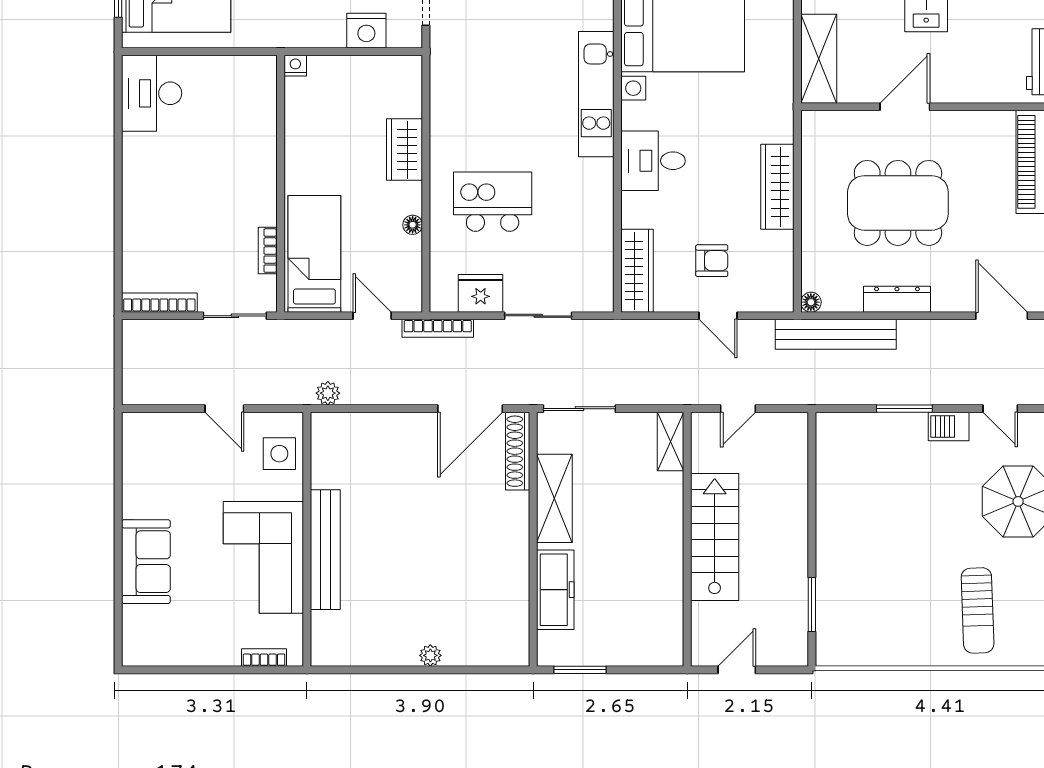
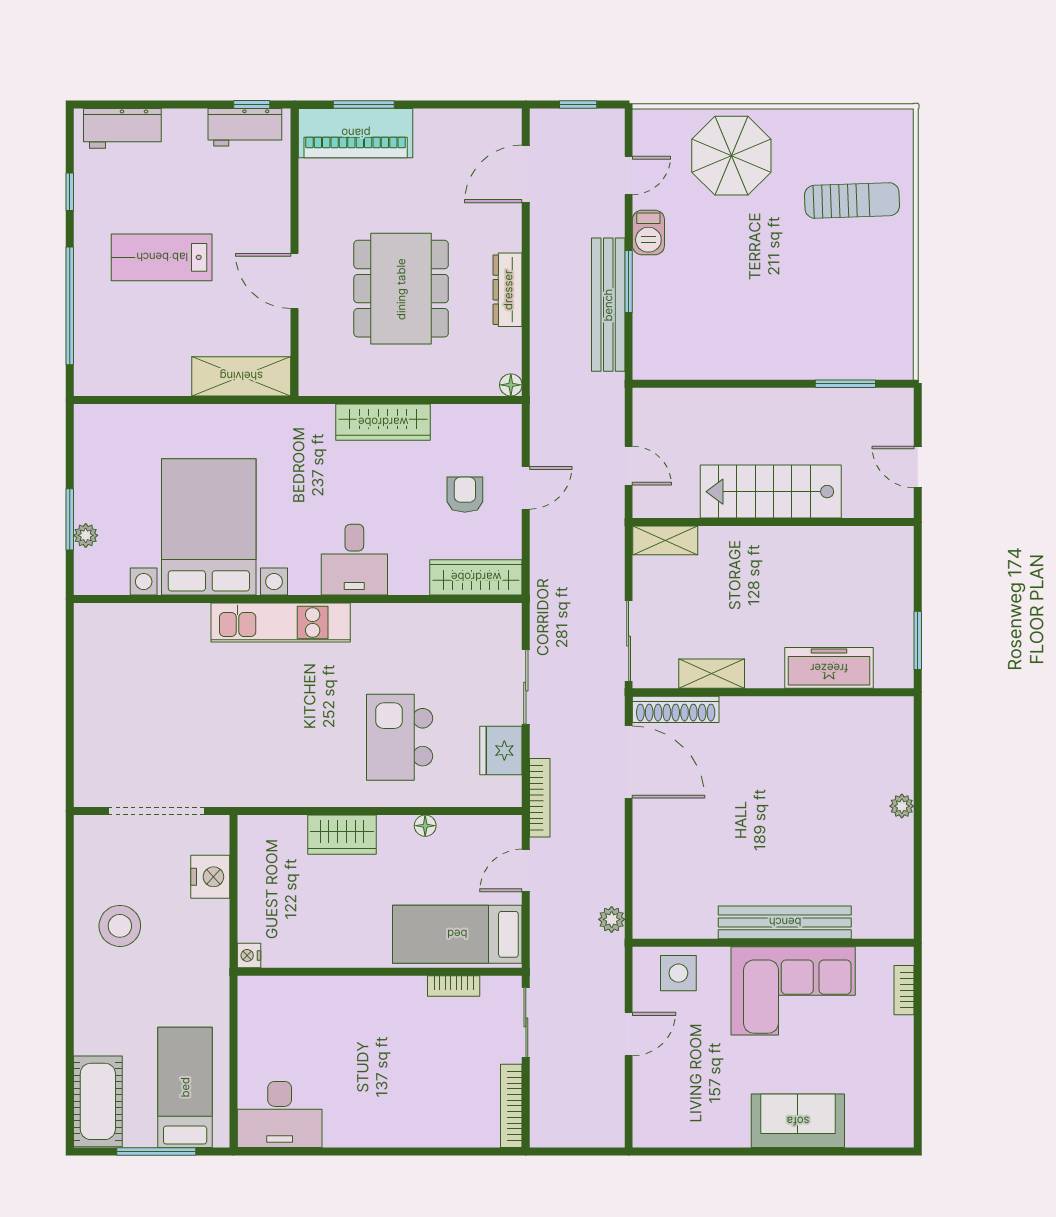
bench: (836, 334) -> (608, 305), moved
shelving: (554, 498) -> (712, 674), width x0.67, depth x0.75

